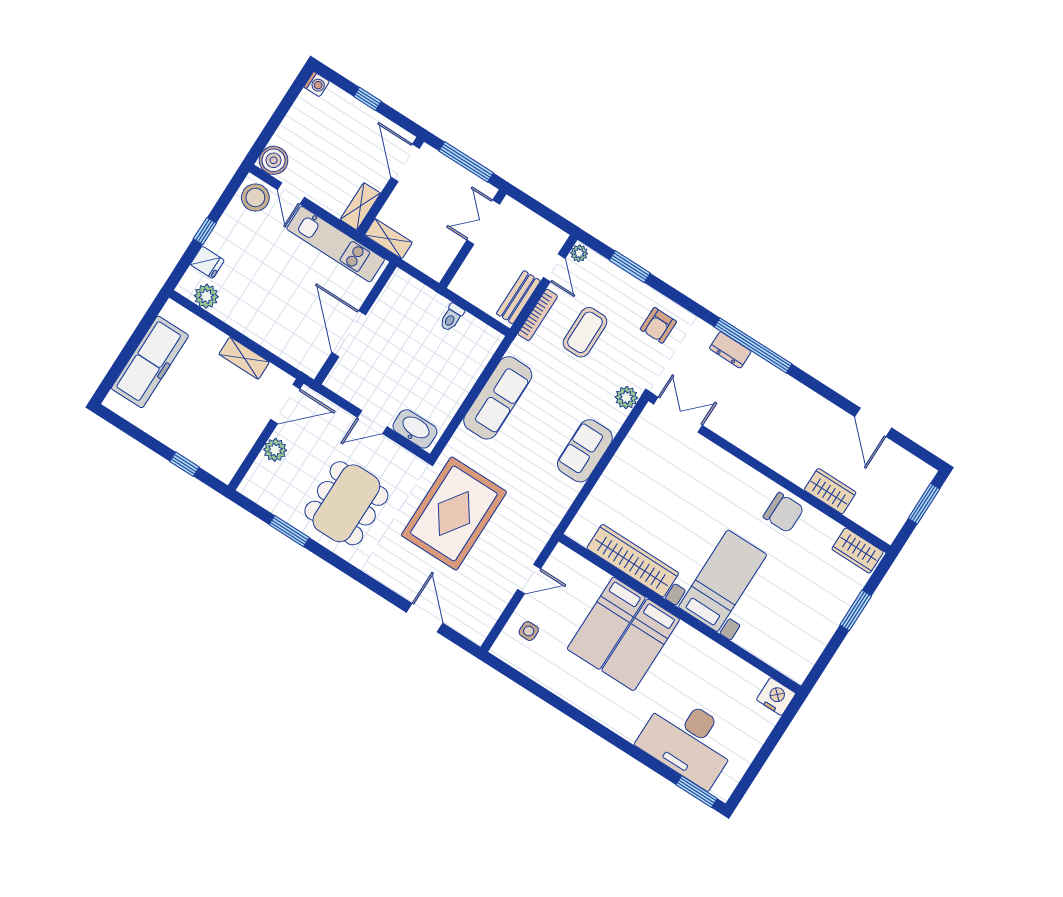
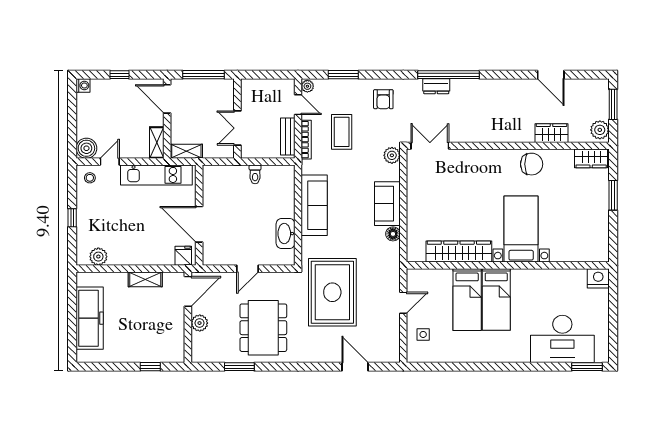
door: (291, 193) -> (110, 162), swing flipped
stool: (255, 198) -> (90, 178), width x0.53, depth x0.53
double door: (483, 222) -> (237, 128), moved
fridge: (207, 262) -> (183, 256), moved, turned -90
washbasin: (415, 429) -> (286, 234), moved, turned -90
floor lamp: (569, 491) -> (393, 234), added
plant: (889, 524) -> (600, 130), added

